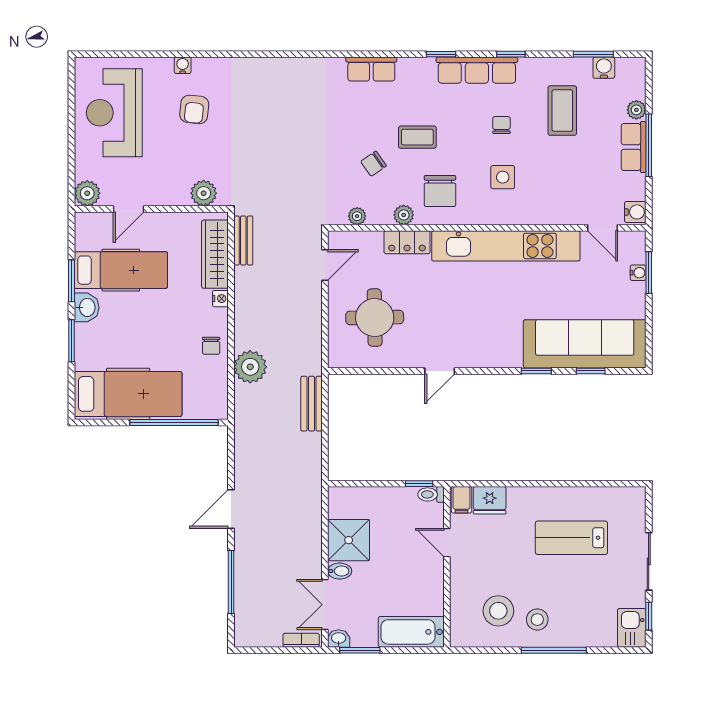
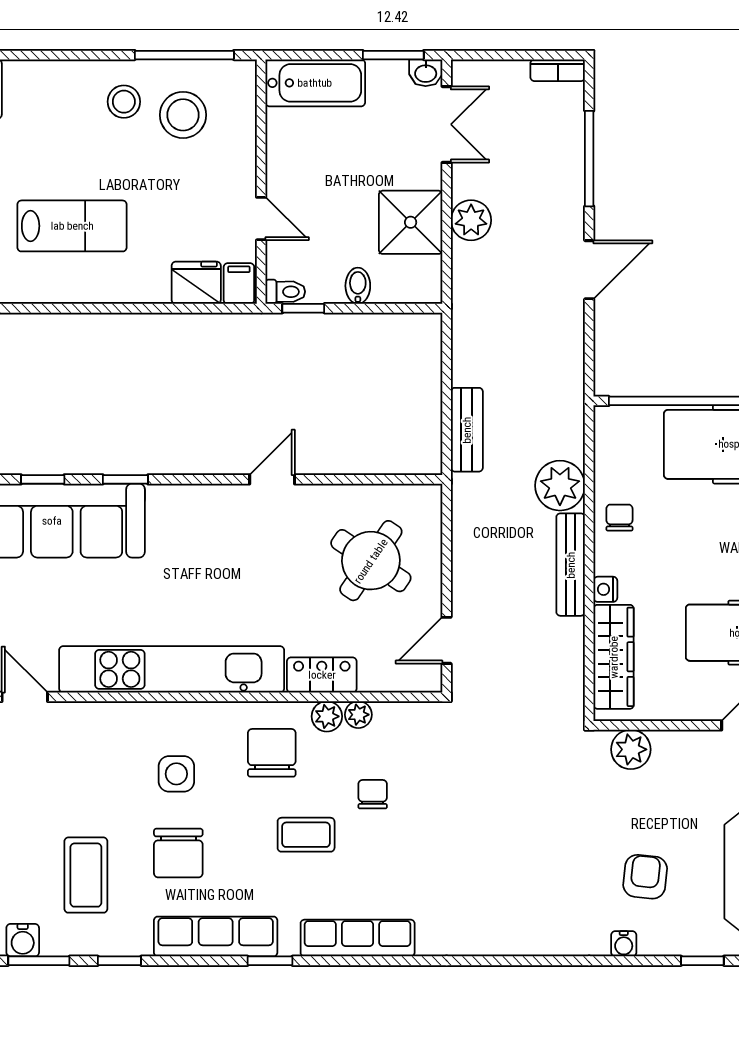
window: (156, 54) -> (702, 961), added
window: (511, 54) -> (119, 961), moved
water cooler: (183, 65) -> (624, 944), moved
row of seats: (371, 69) -> (358, 938), width x1.48
chair: (501, 125) -> (178, 853), width x1.87, depth x1.87
chair: (374, 164) -> (373, 794), turned -55
plant: (357, 216) -> (358, 715), moved
bench: (243, 240) -> (571, 565), moved, width x1.36
round table: (375, 318) -> (371, 561), turned 35
plant: (309, 541) -> (471, 220), added
bidet: (340, 571) -> (358, 286), moved, turned 90
bookcase: (301, 640) -> (558, 70), moved
window: (554, 650) -> (184, 55), moved

